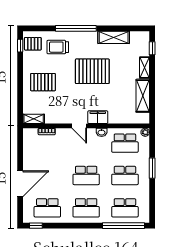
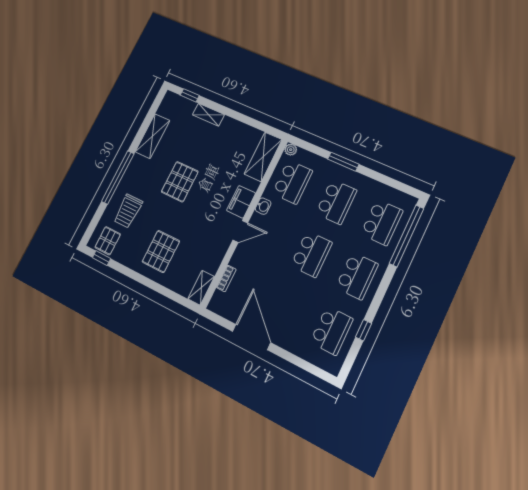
pallet: (92, 71) -> (180, 182), width x0.73, depth x0.71
shelving: (143, 96) -> (263, 157), moved, turned 90
door: (20, 184) -> (251, 337), moved
window: (36, 226) -> (364, 330), moved

